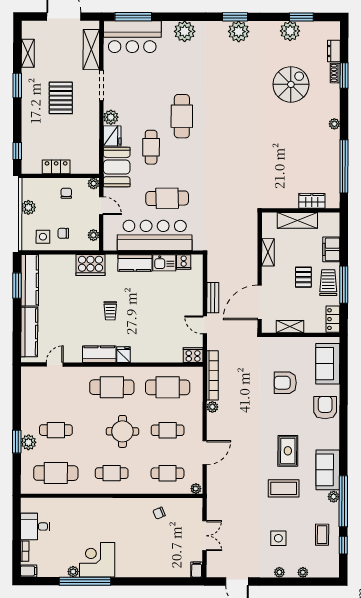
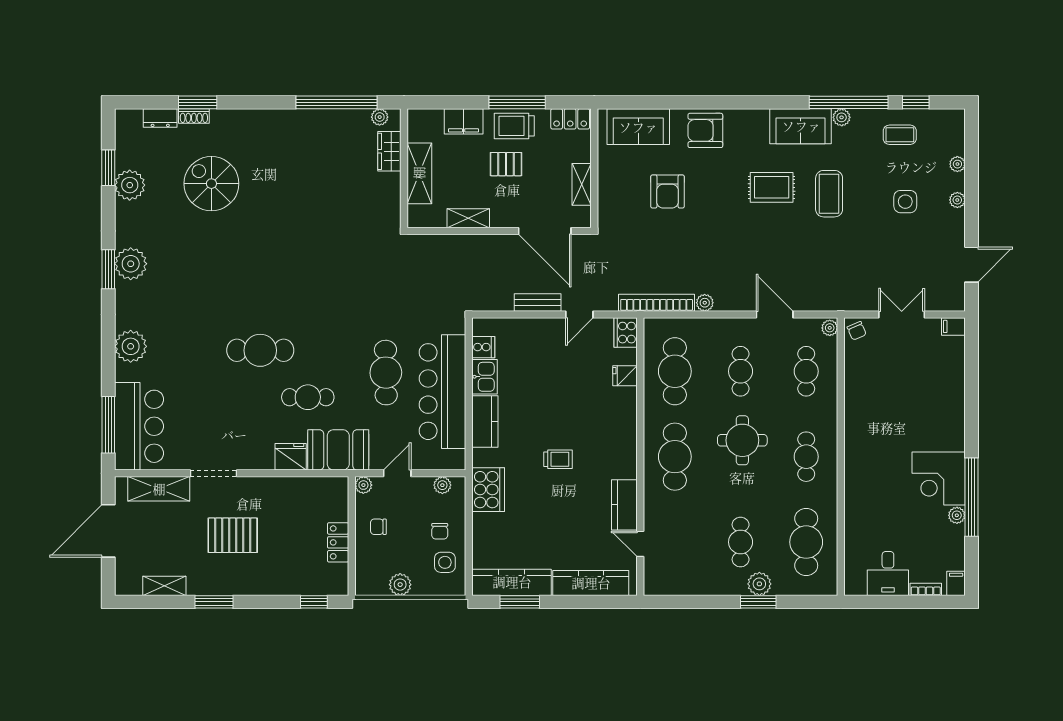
plant: (111, 117) -> (262, 459), removed
plant: (334, 124) -> (380, 117), moved
kitchen counter: (99, 354) -> (624, 505), moved
fridge: (124, 355) -> (625, 376), moved
chair: (159, 513) -> (857, 331), moved

